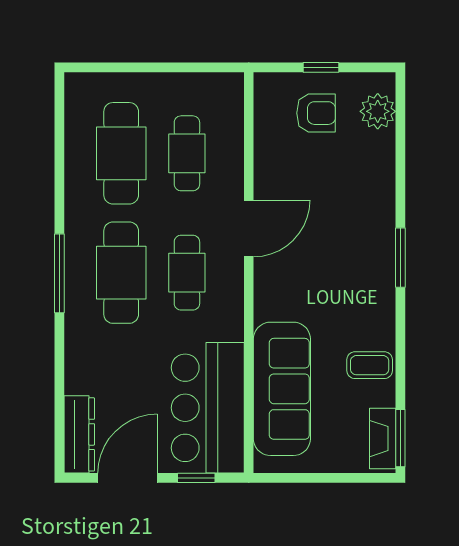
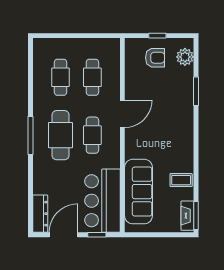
cafe table: (121, 153) -> (61, 77), width x0.73, depth x0.74
window: (400, 258) -> (196, 91), moved

